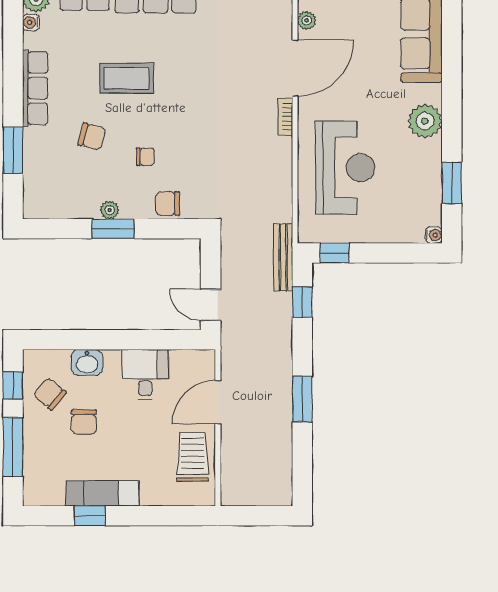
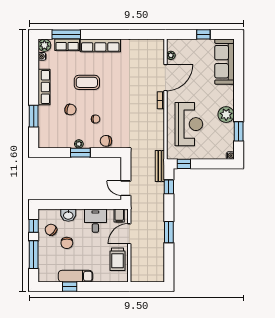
plant: (425, 121) -> (226, 115), moved
filing cabinet: (196, 363) -> (119, 216), added
trolley: (193, 457) -> (118, 259), turned 180

